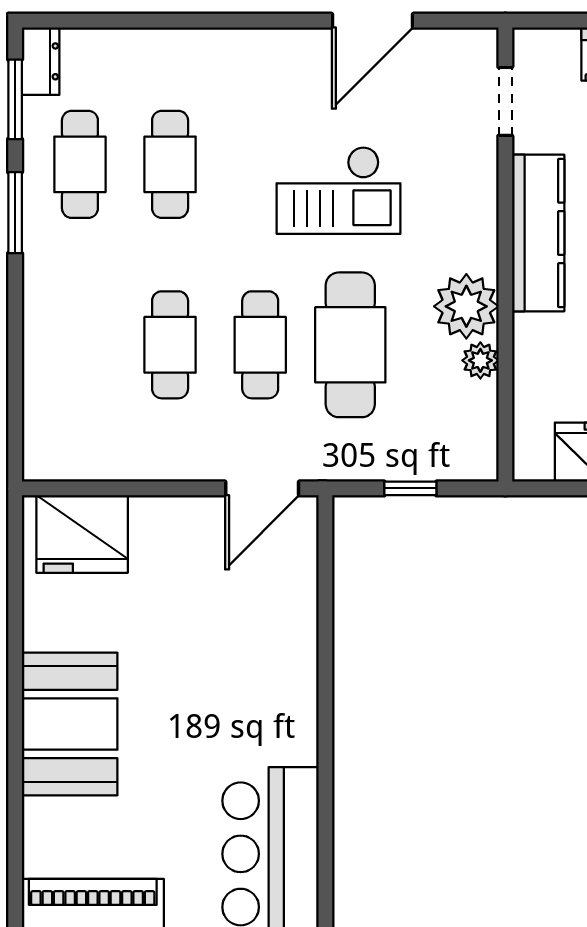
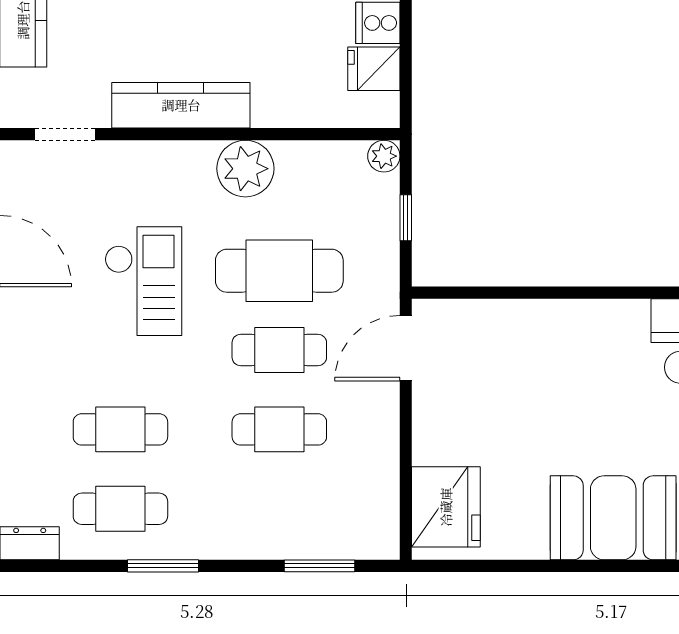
window: (15, 99) -> (319, 566), moved
plant: (480, 360) -> (384, 156), moved
door: (262, 488) -> (406, 348), swing flipped

